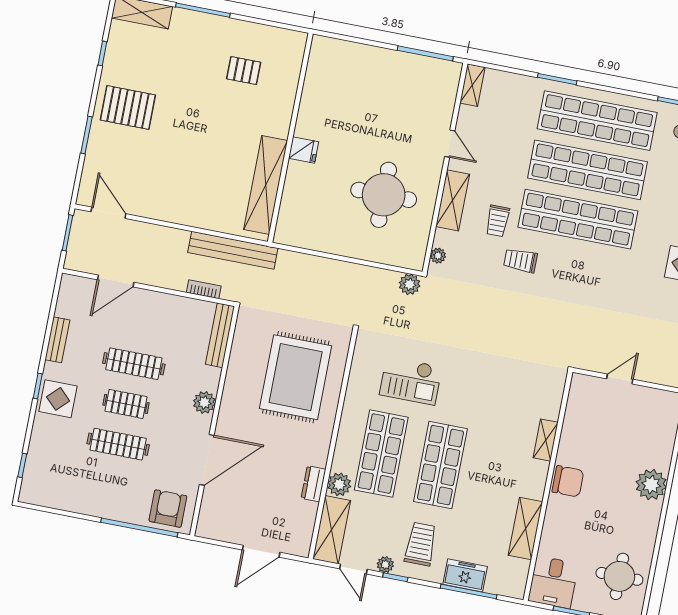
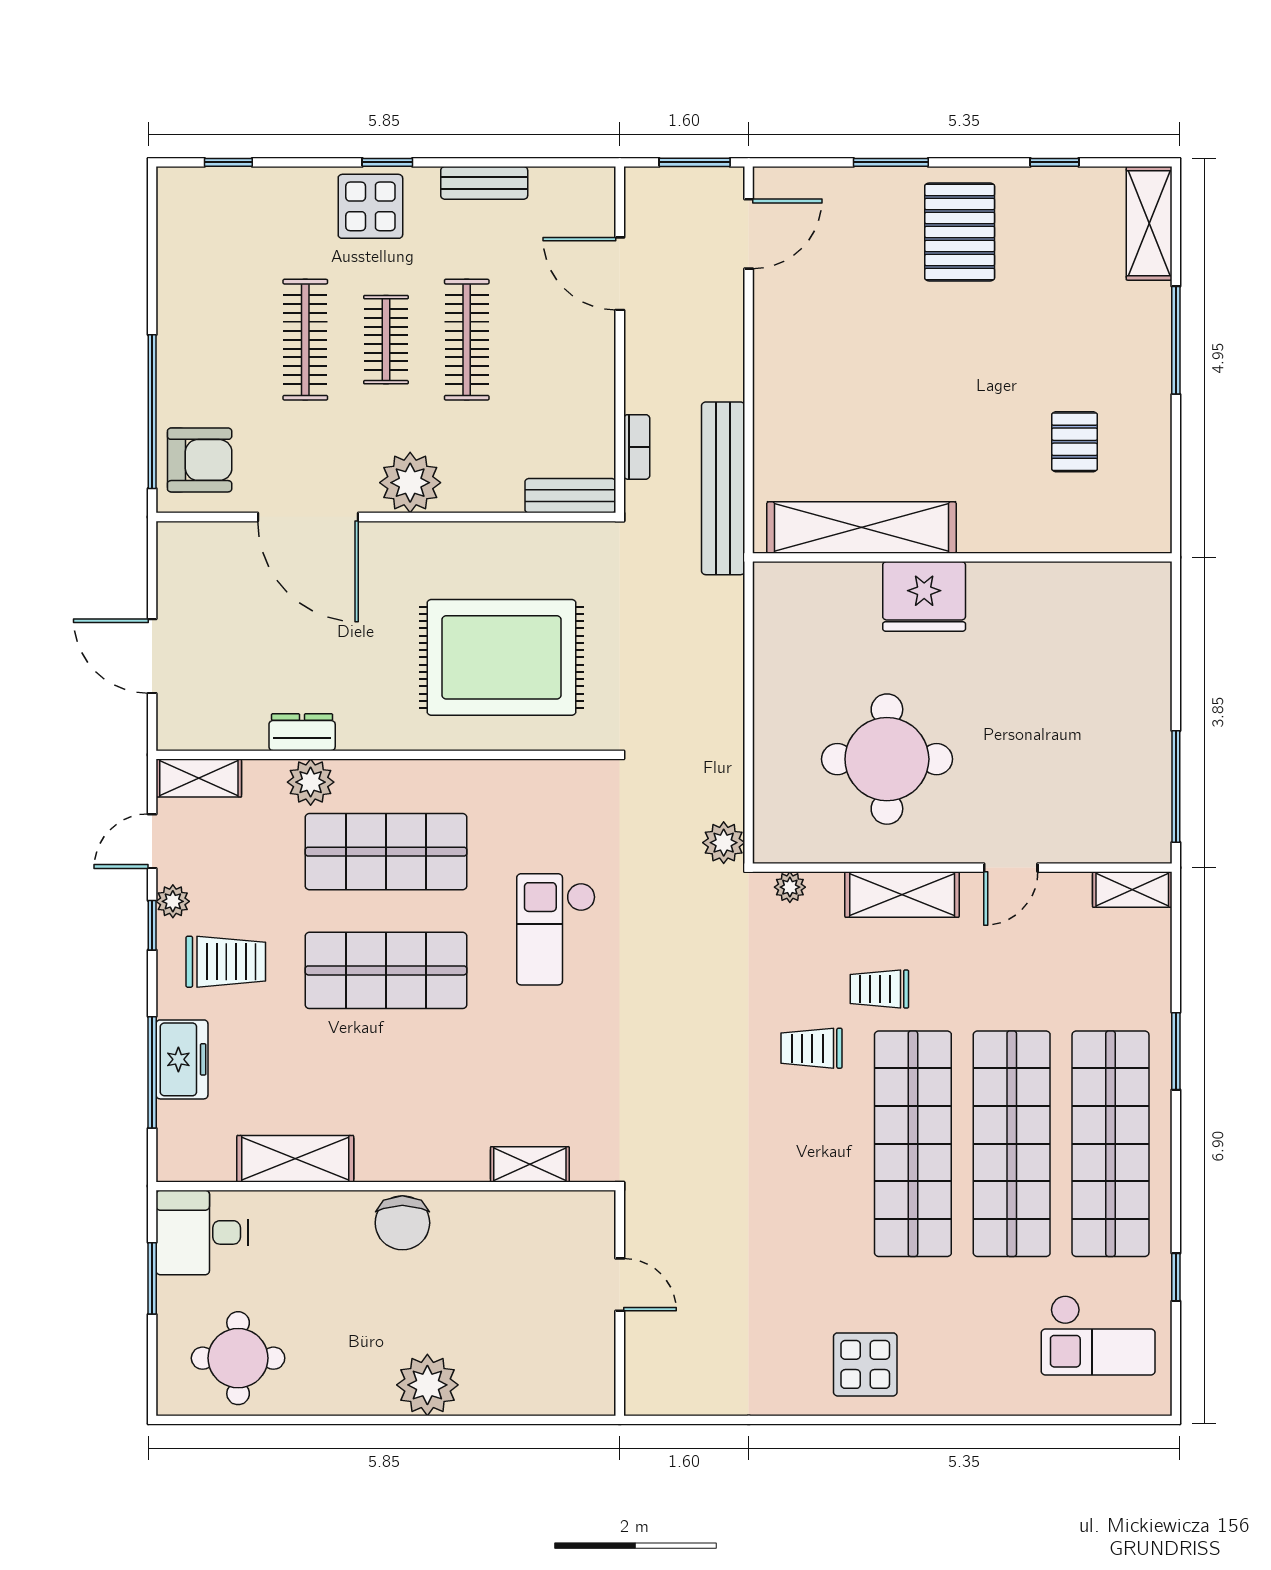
fridge: (304, 150) -> (924, 596), width x1.88, depth x1.34
trolley: (520, 260) -> (812, 1048), turned -90
bench: (220, 335) -> (570, 496), width x0.73
checkout: (411, 381) -> (556, 929), moved
plant: (204, 402) -> (410, 483), width x1.36, depth x1.36
shelving: (546, 440) -> (530, 1164), moved
shelving: (332, 530) -> (199, 778), width x0.67, depth x0.75

